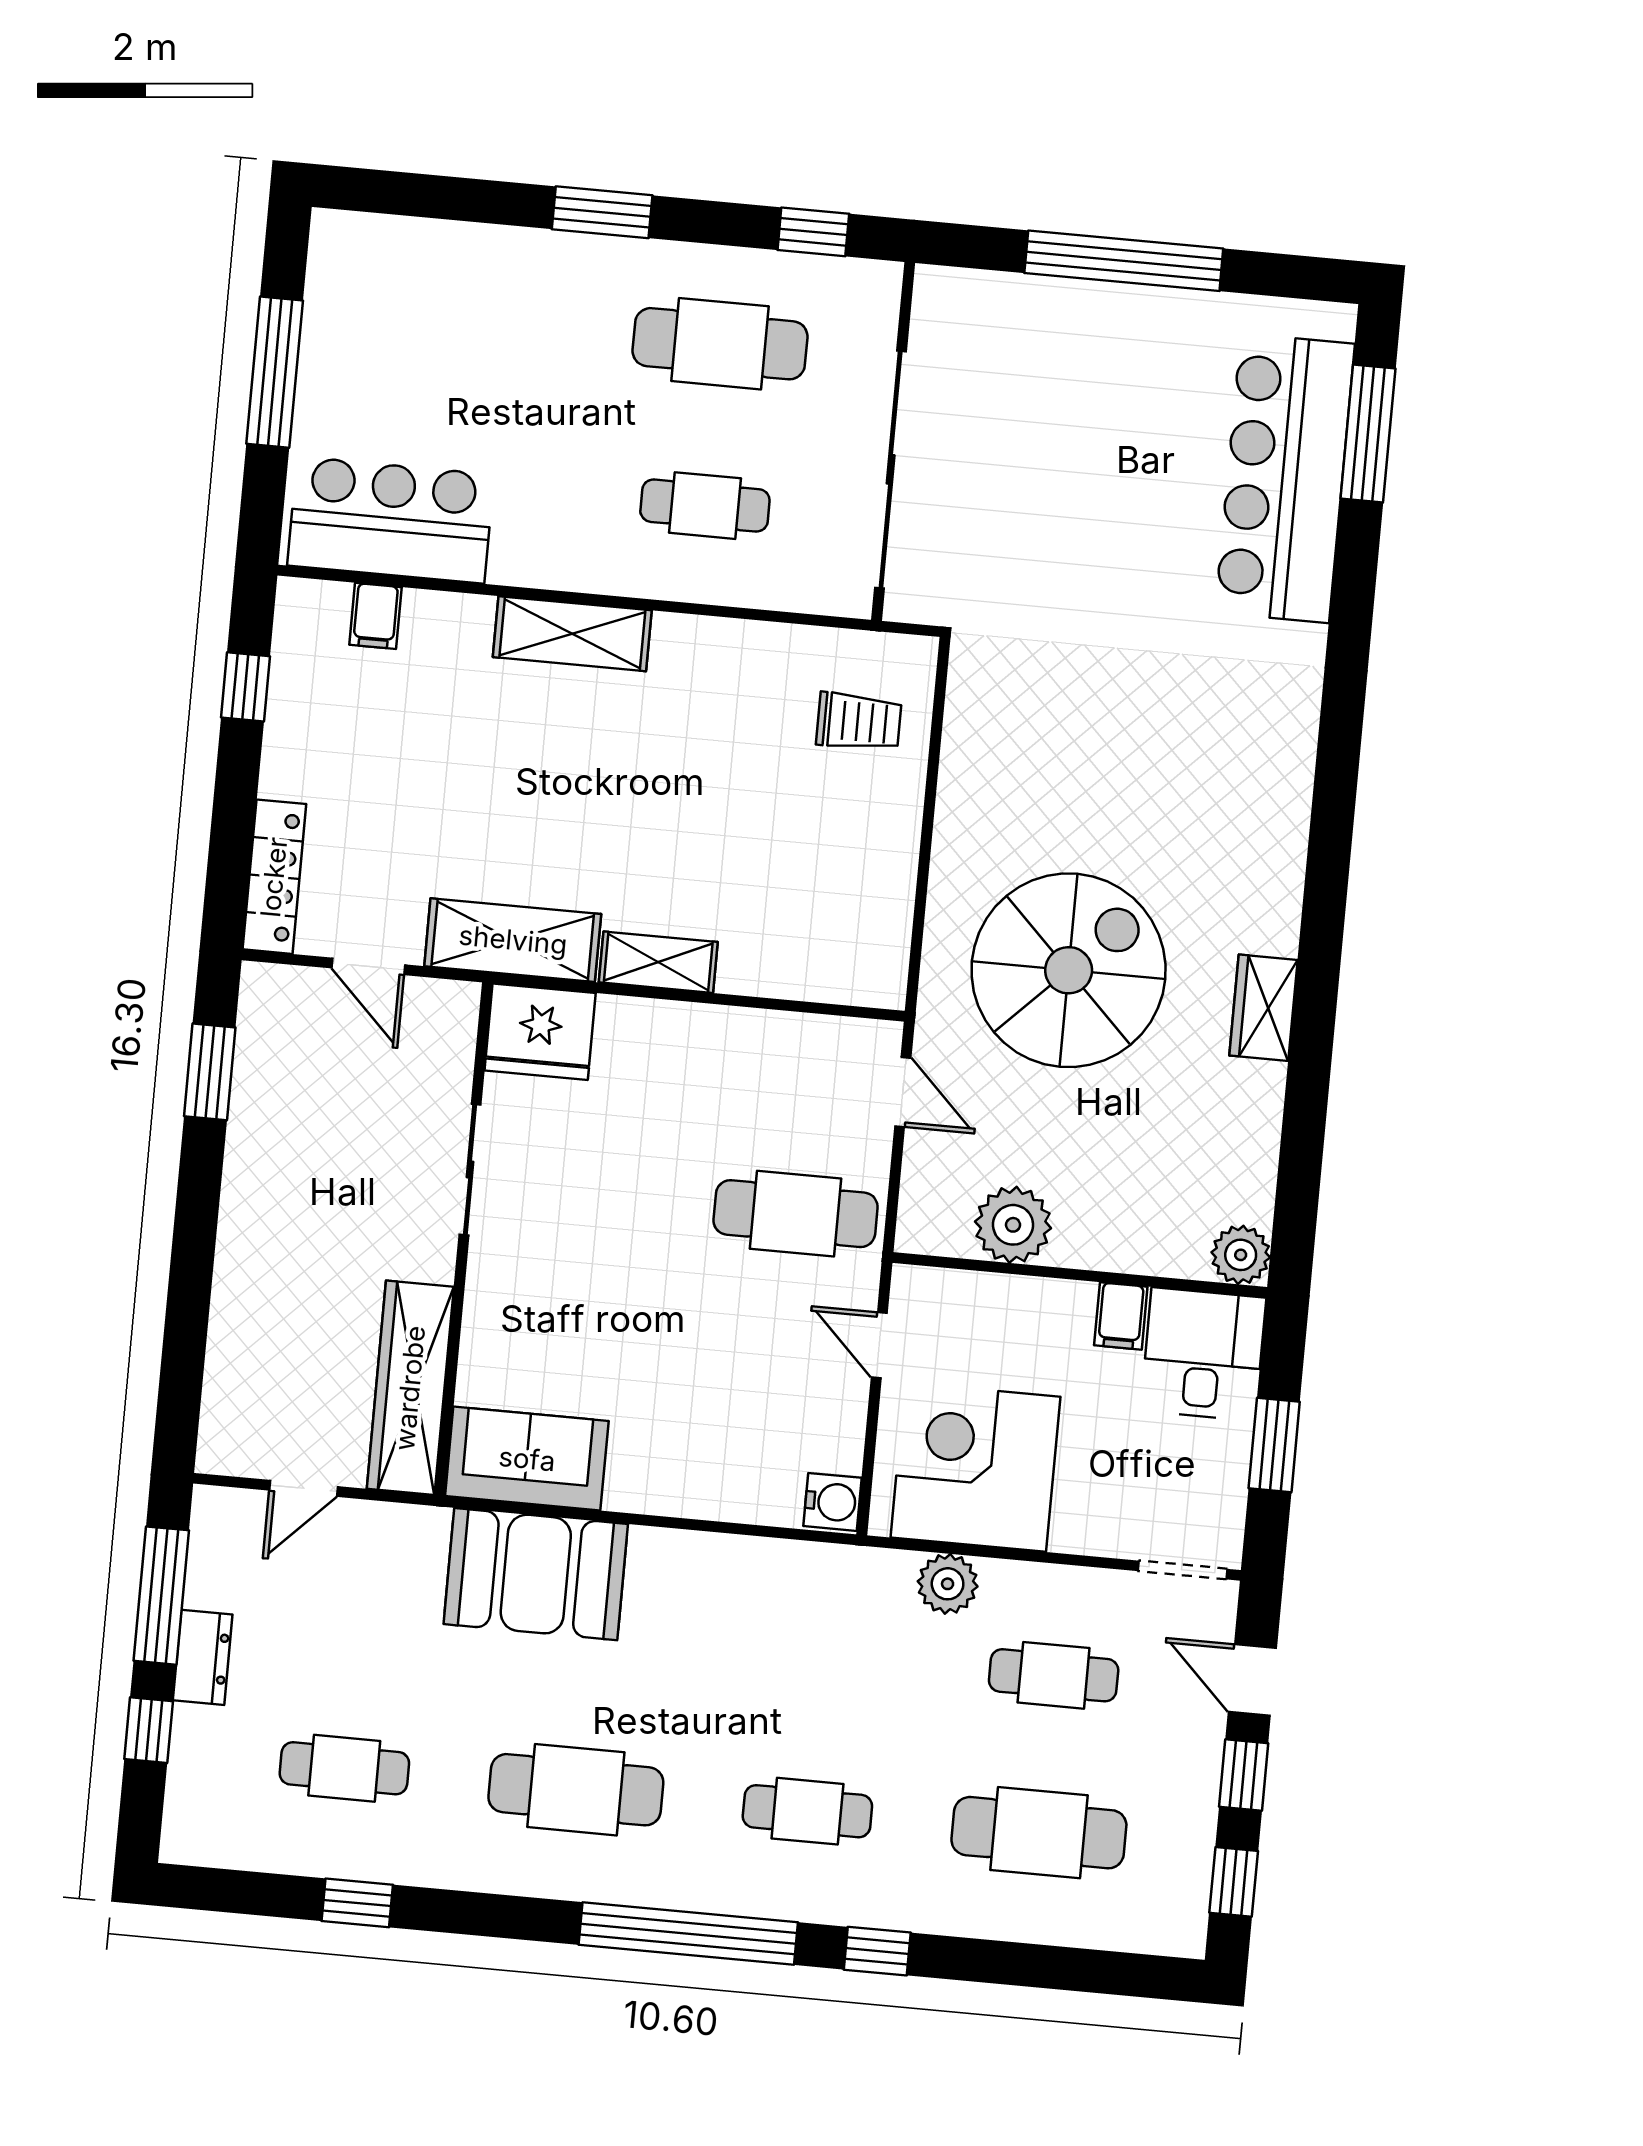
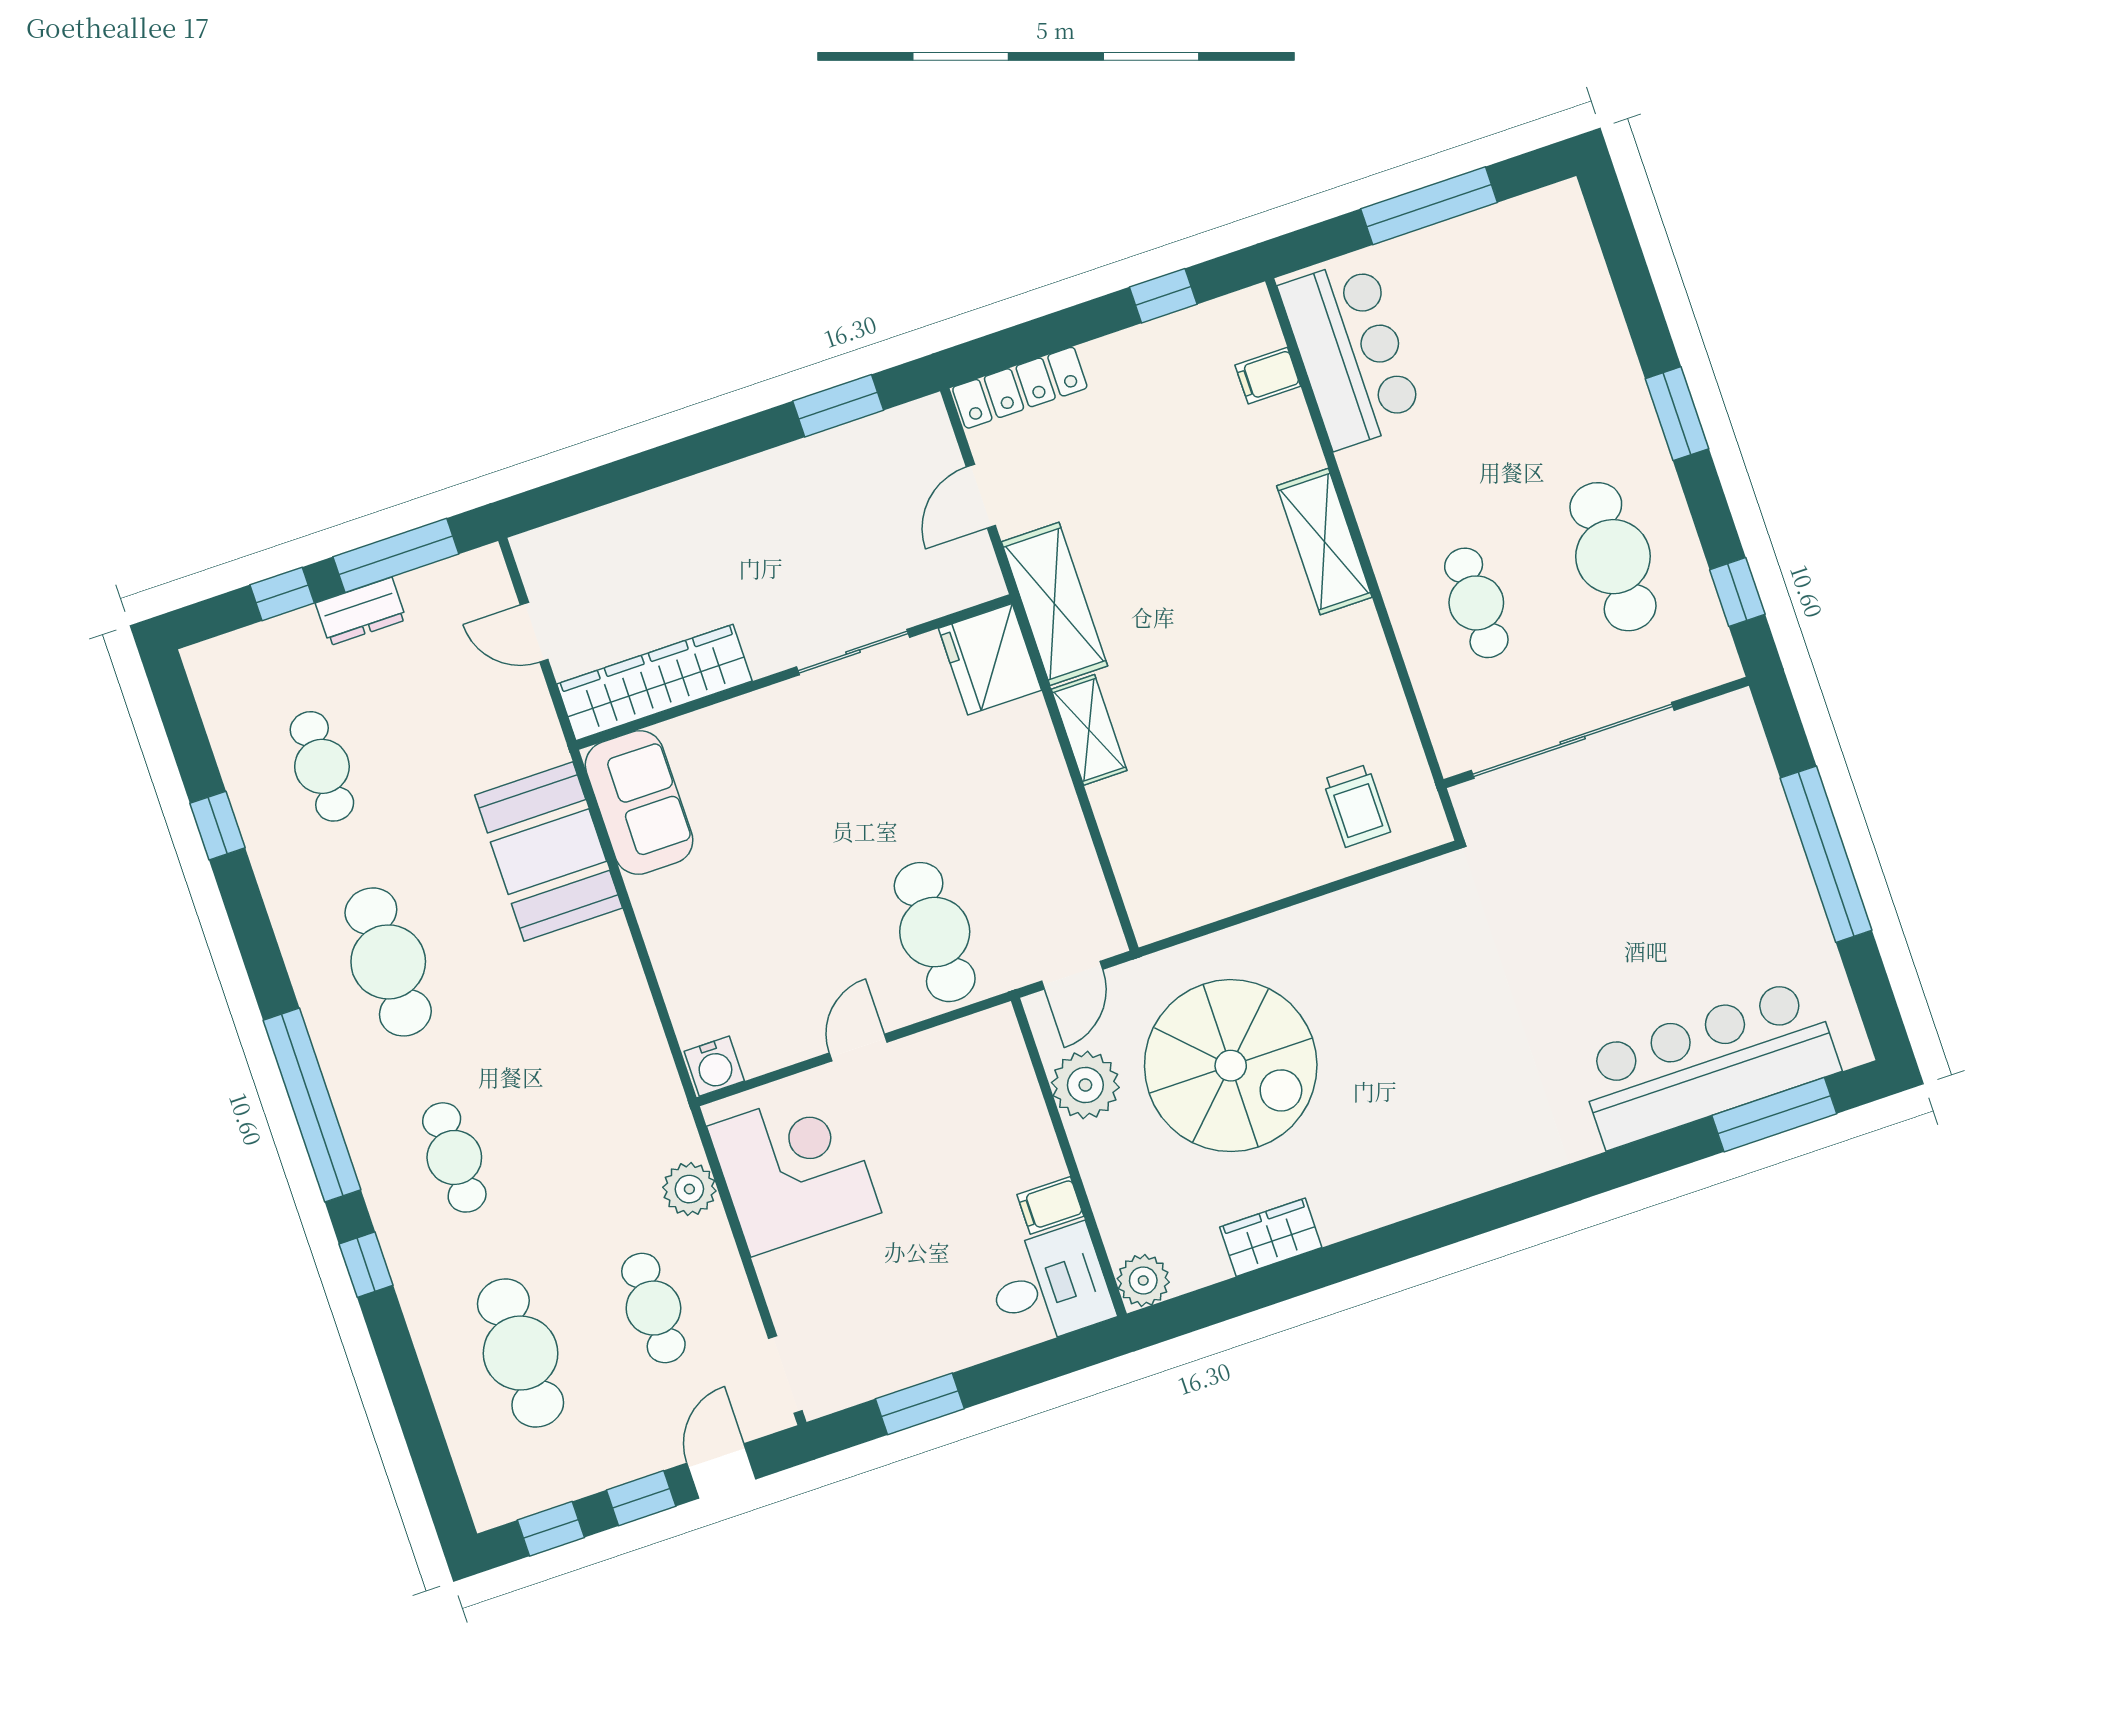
plant: (1013, 1225) -> (1085, 1085), moved
plant: (1241, 1255) -> (1143, 1280), moved
wall: (1080, 1275) -> (1069, 1157), moved
filing cabinet: (1121, 1316) -> (1050, 1205), moved
desk: (1203, 1354) -> (1049, 1286), moved

